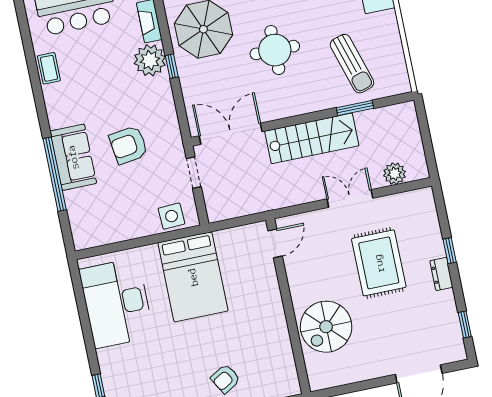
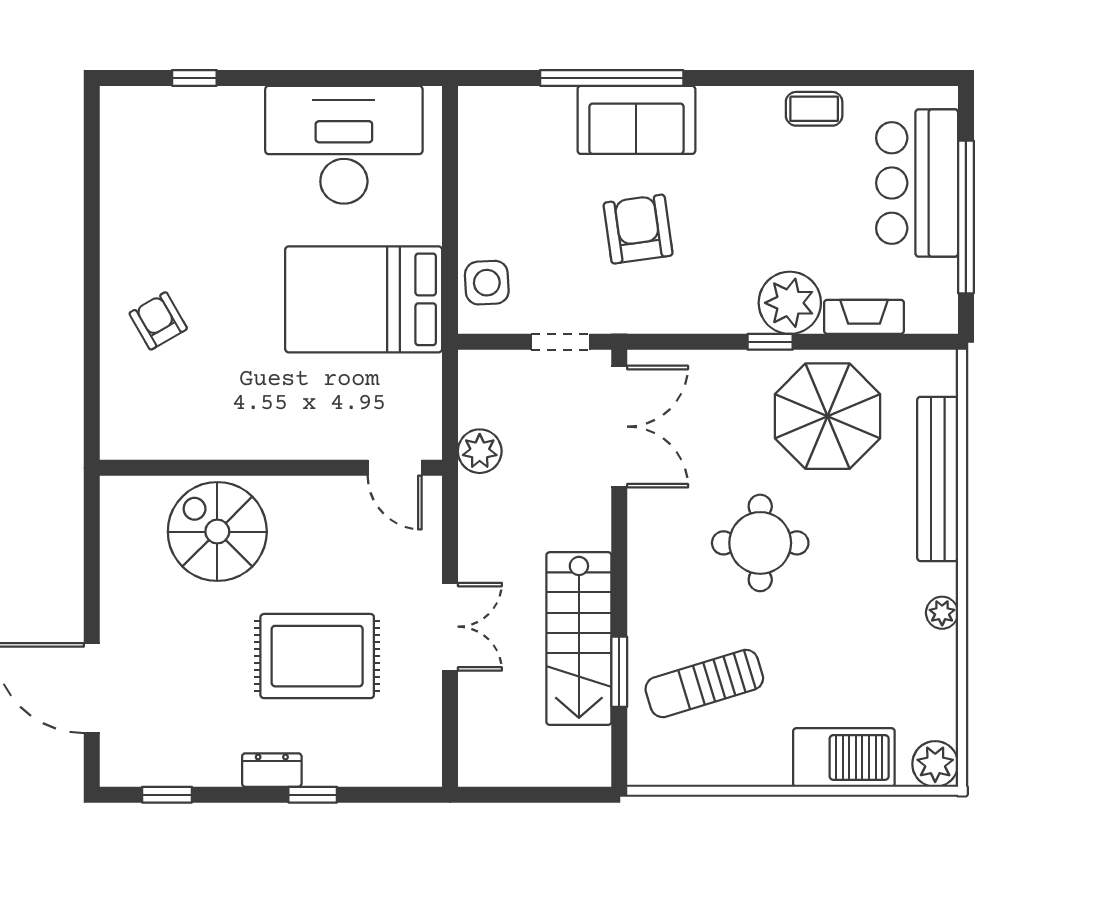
stairs: (312, 138) -> (579, 639), moved
plant: (395, 174) -> (480, 451), moved

